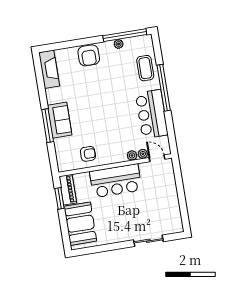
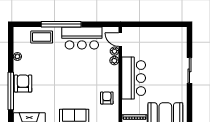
window: (125, 35) -> (11, 91), moved
armchair: (89, 55) -> (23, 84), turned -90
door: (157, 158) -> (120, 40), hinge flipped
sliding door: (148, 241) -> (189, 70), moved

